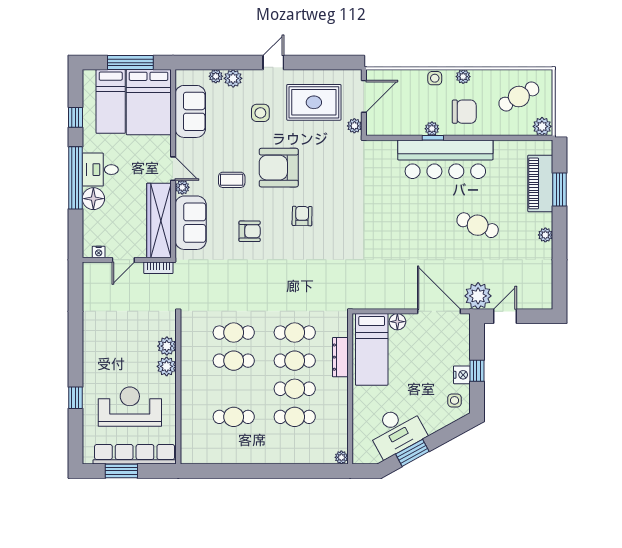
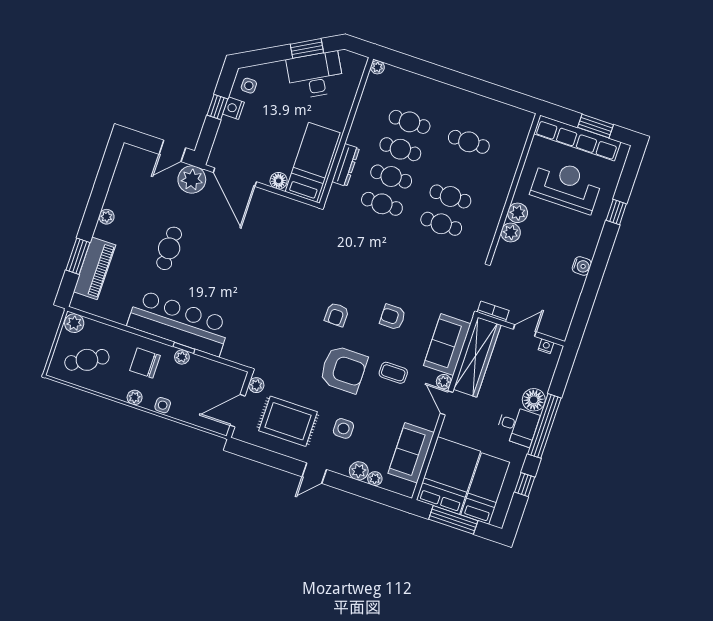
cafe table: (478, 225) -> (169, 248), turned 69
water cooler: (91, 337) -> (582, 266), added
reception desk: (130, 407) -> (566, 186), turned 180

